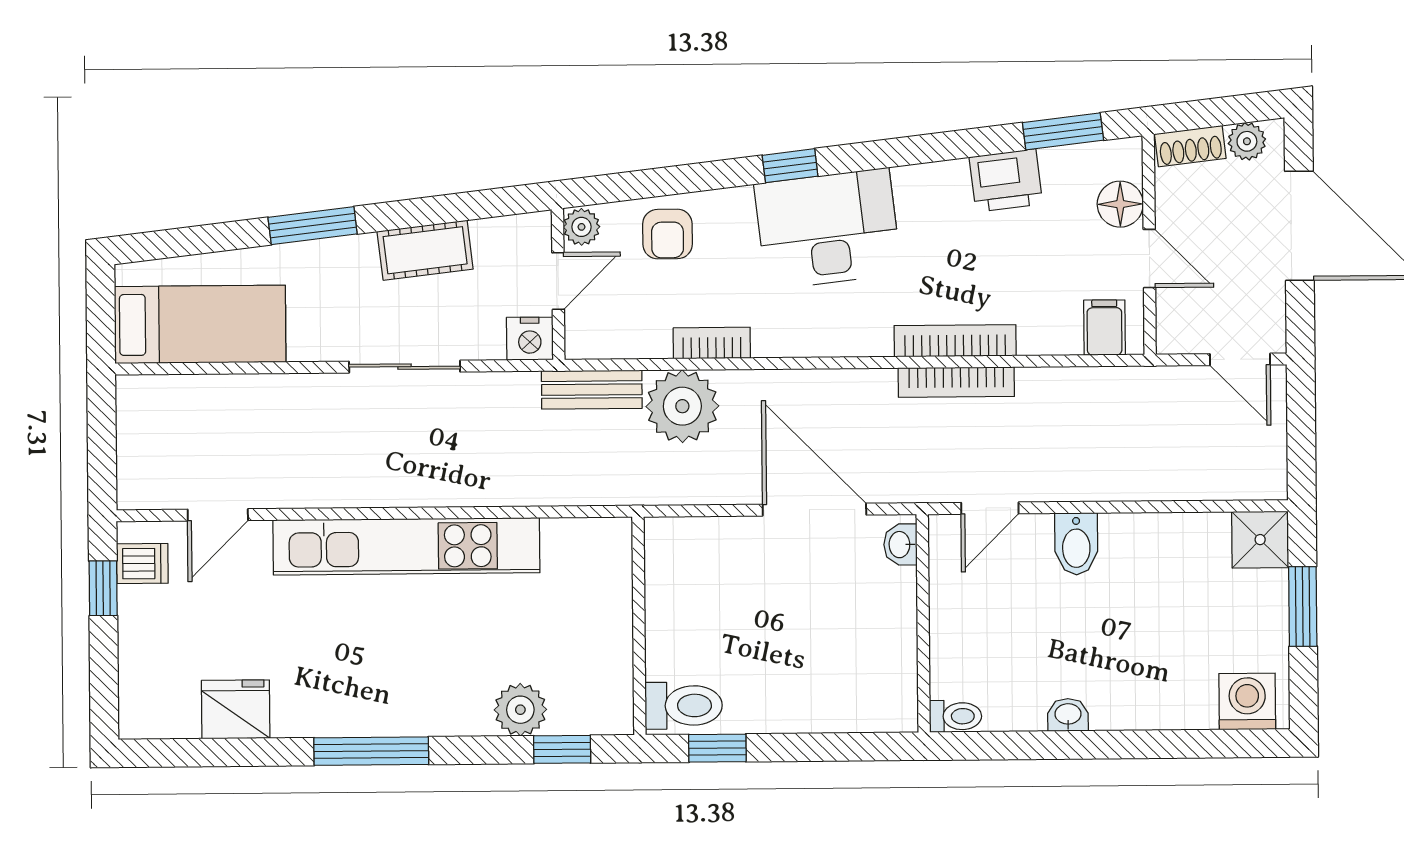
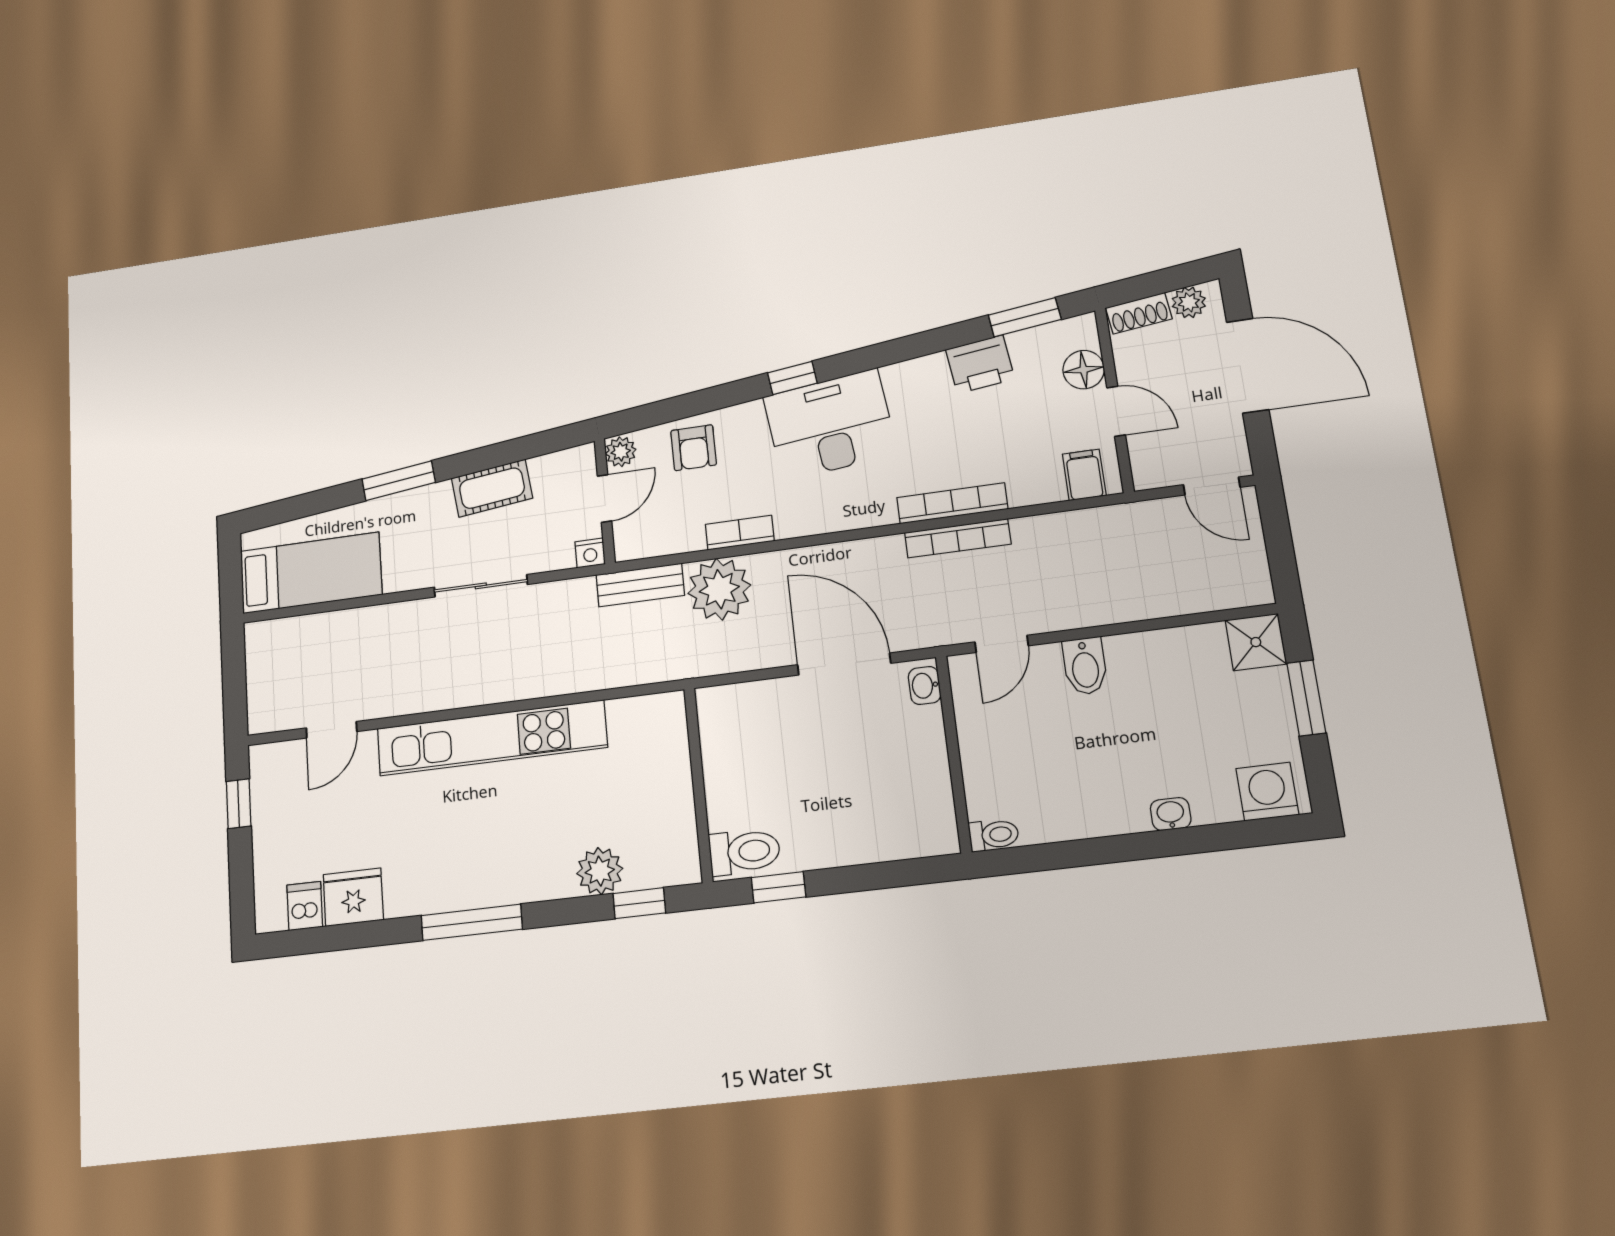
nightstand: (530, 339) -> (590, 553), width x0.72, depth x0.74
dishwasher: (142, 564) -> (305, 906), moved, turned -90
washbasin: (1068, 715) -> (1171, 814), moved

